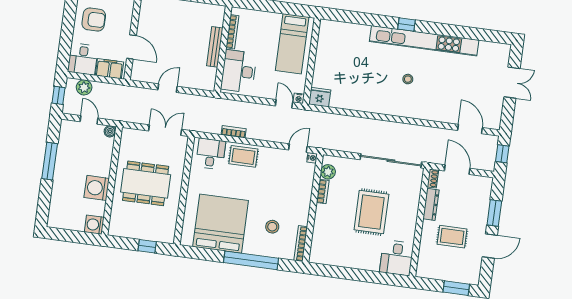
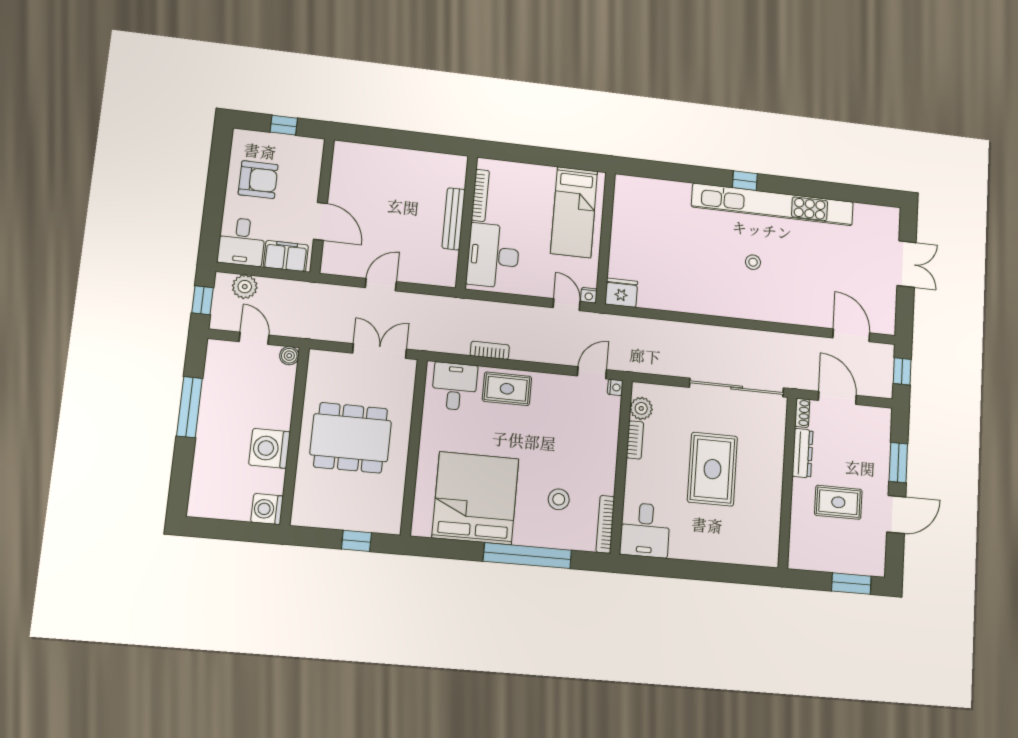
desk: (397, 258) -> (645, 530), moved

